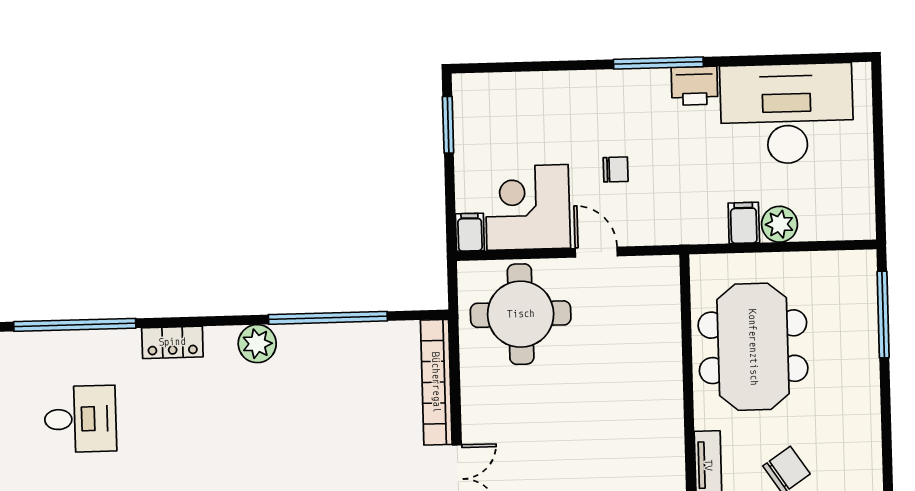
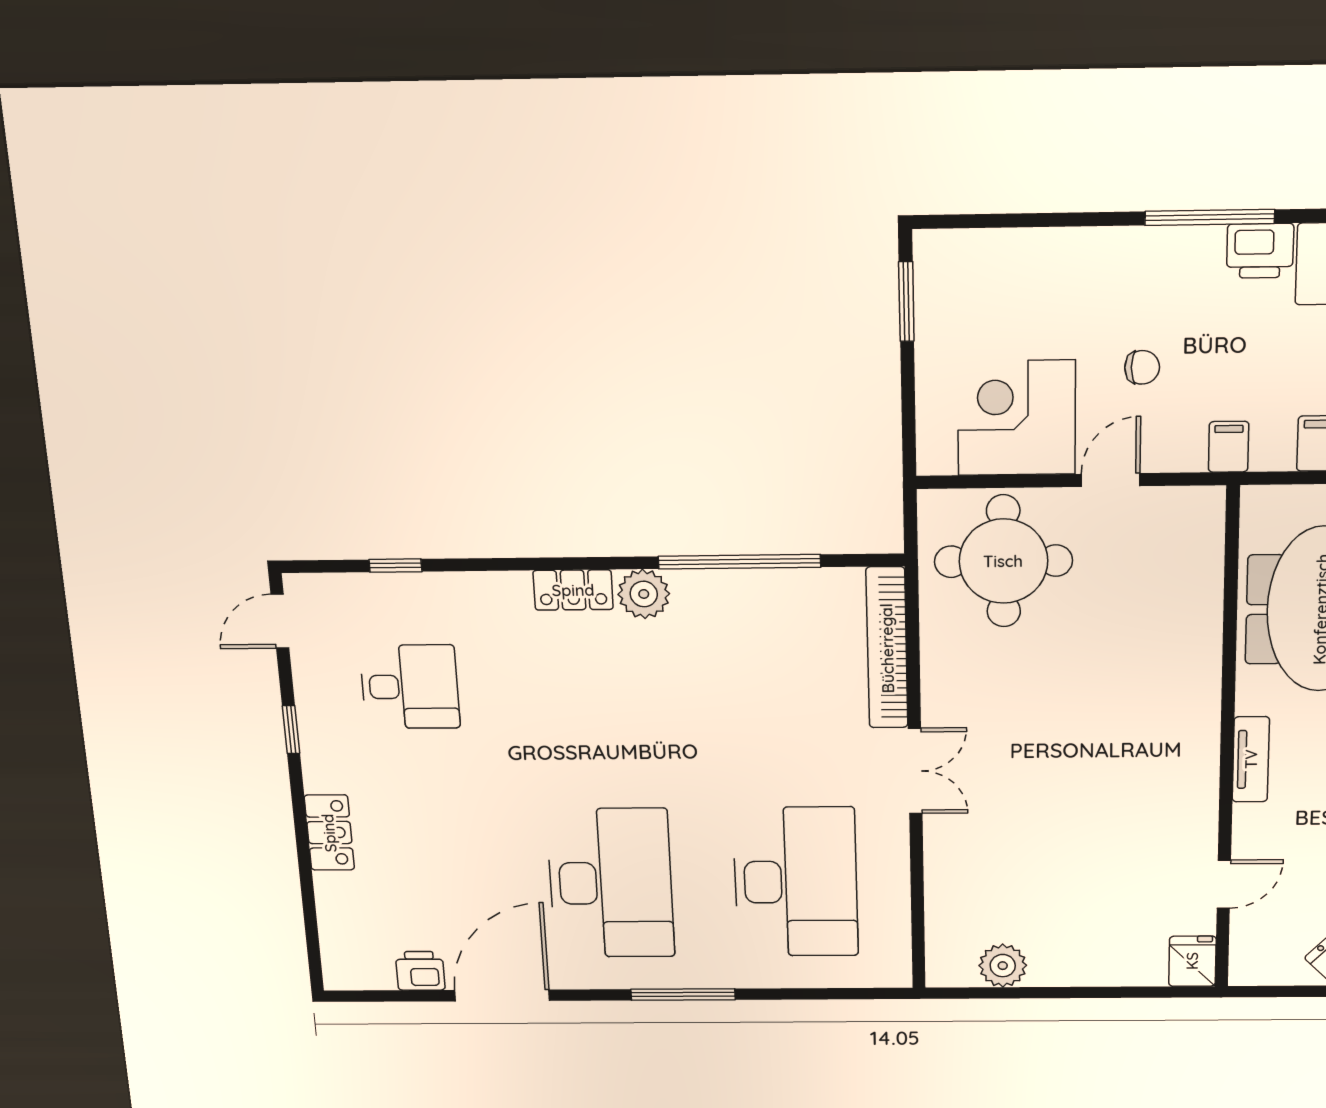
filing cabinet: (470, 232) -> (1229, 447), moved
door: (596, 252) -> (1111, 480), hinge flipped
window: (75, 325) -> (395, 566), width x0.32
locker: (172, 342) -> (573, 590), moved

